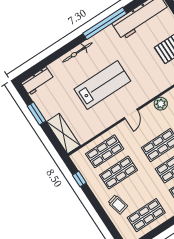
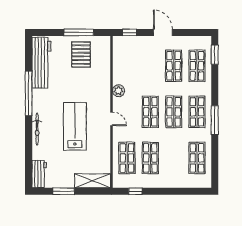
trolley: (118, 204) -> (174, 175), removed

